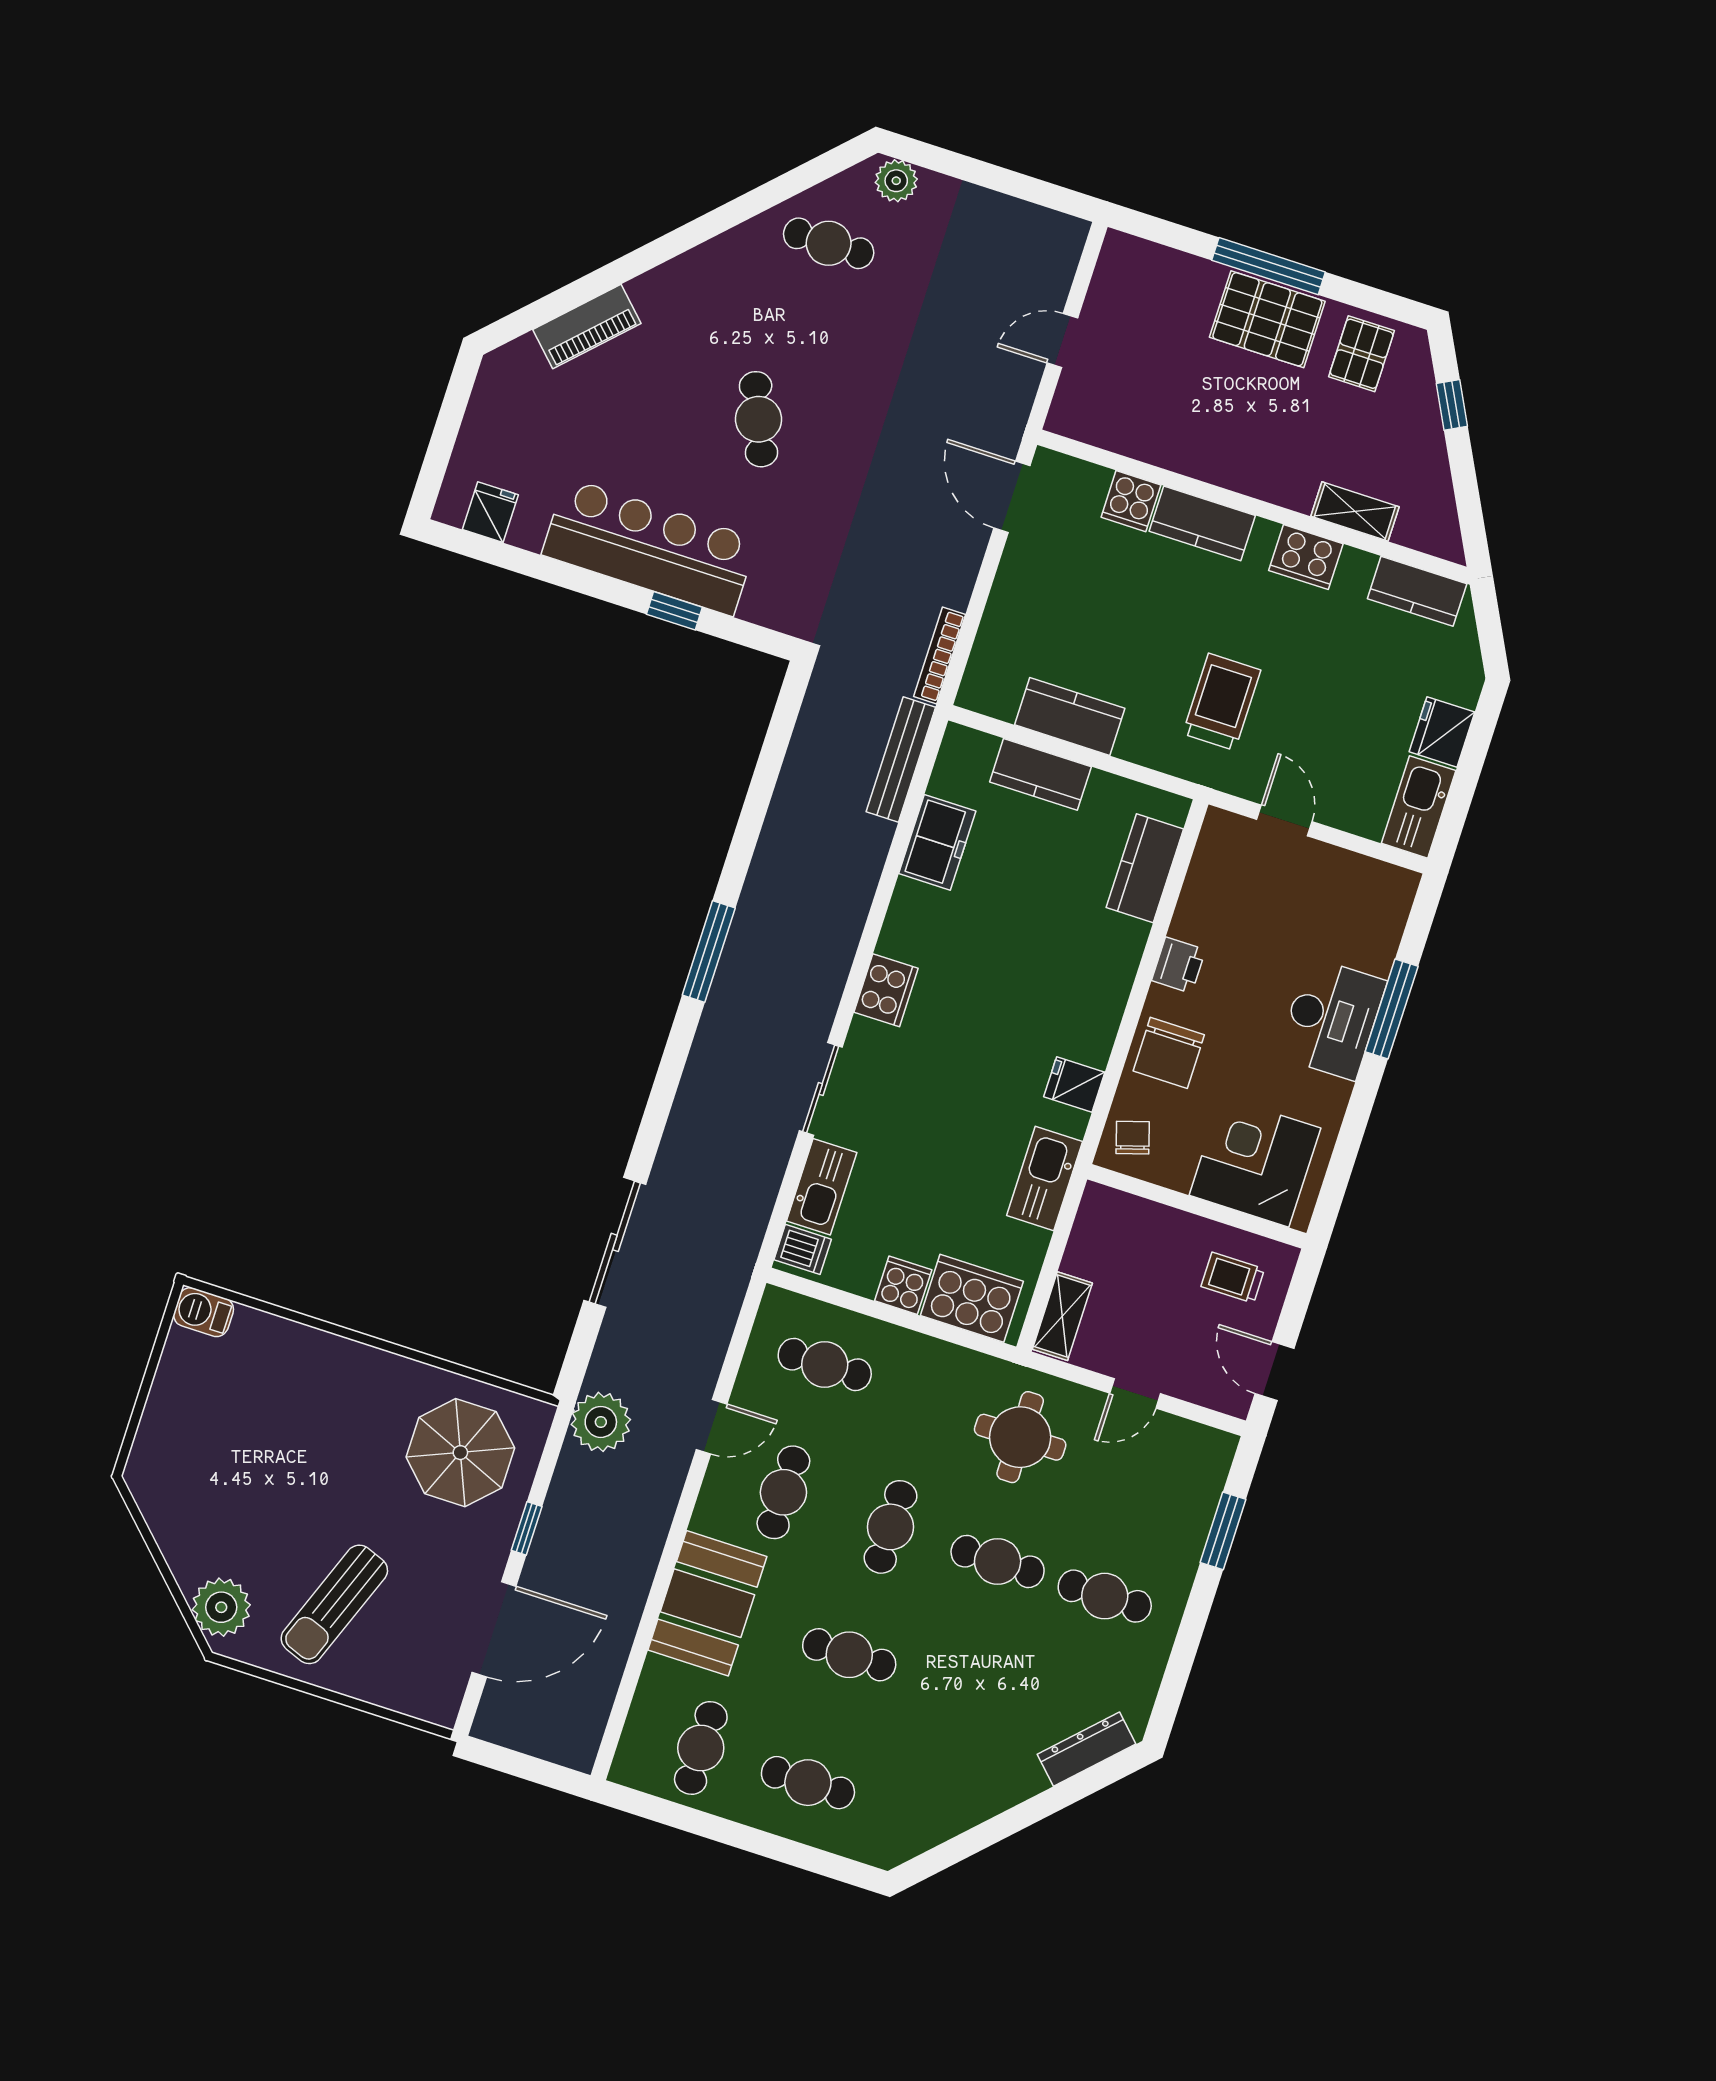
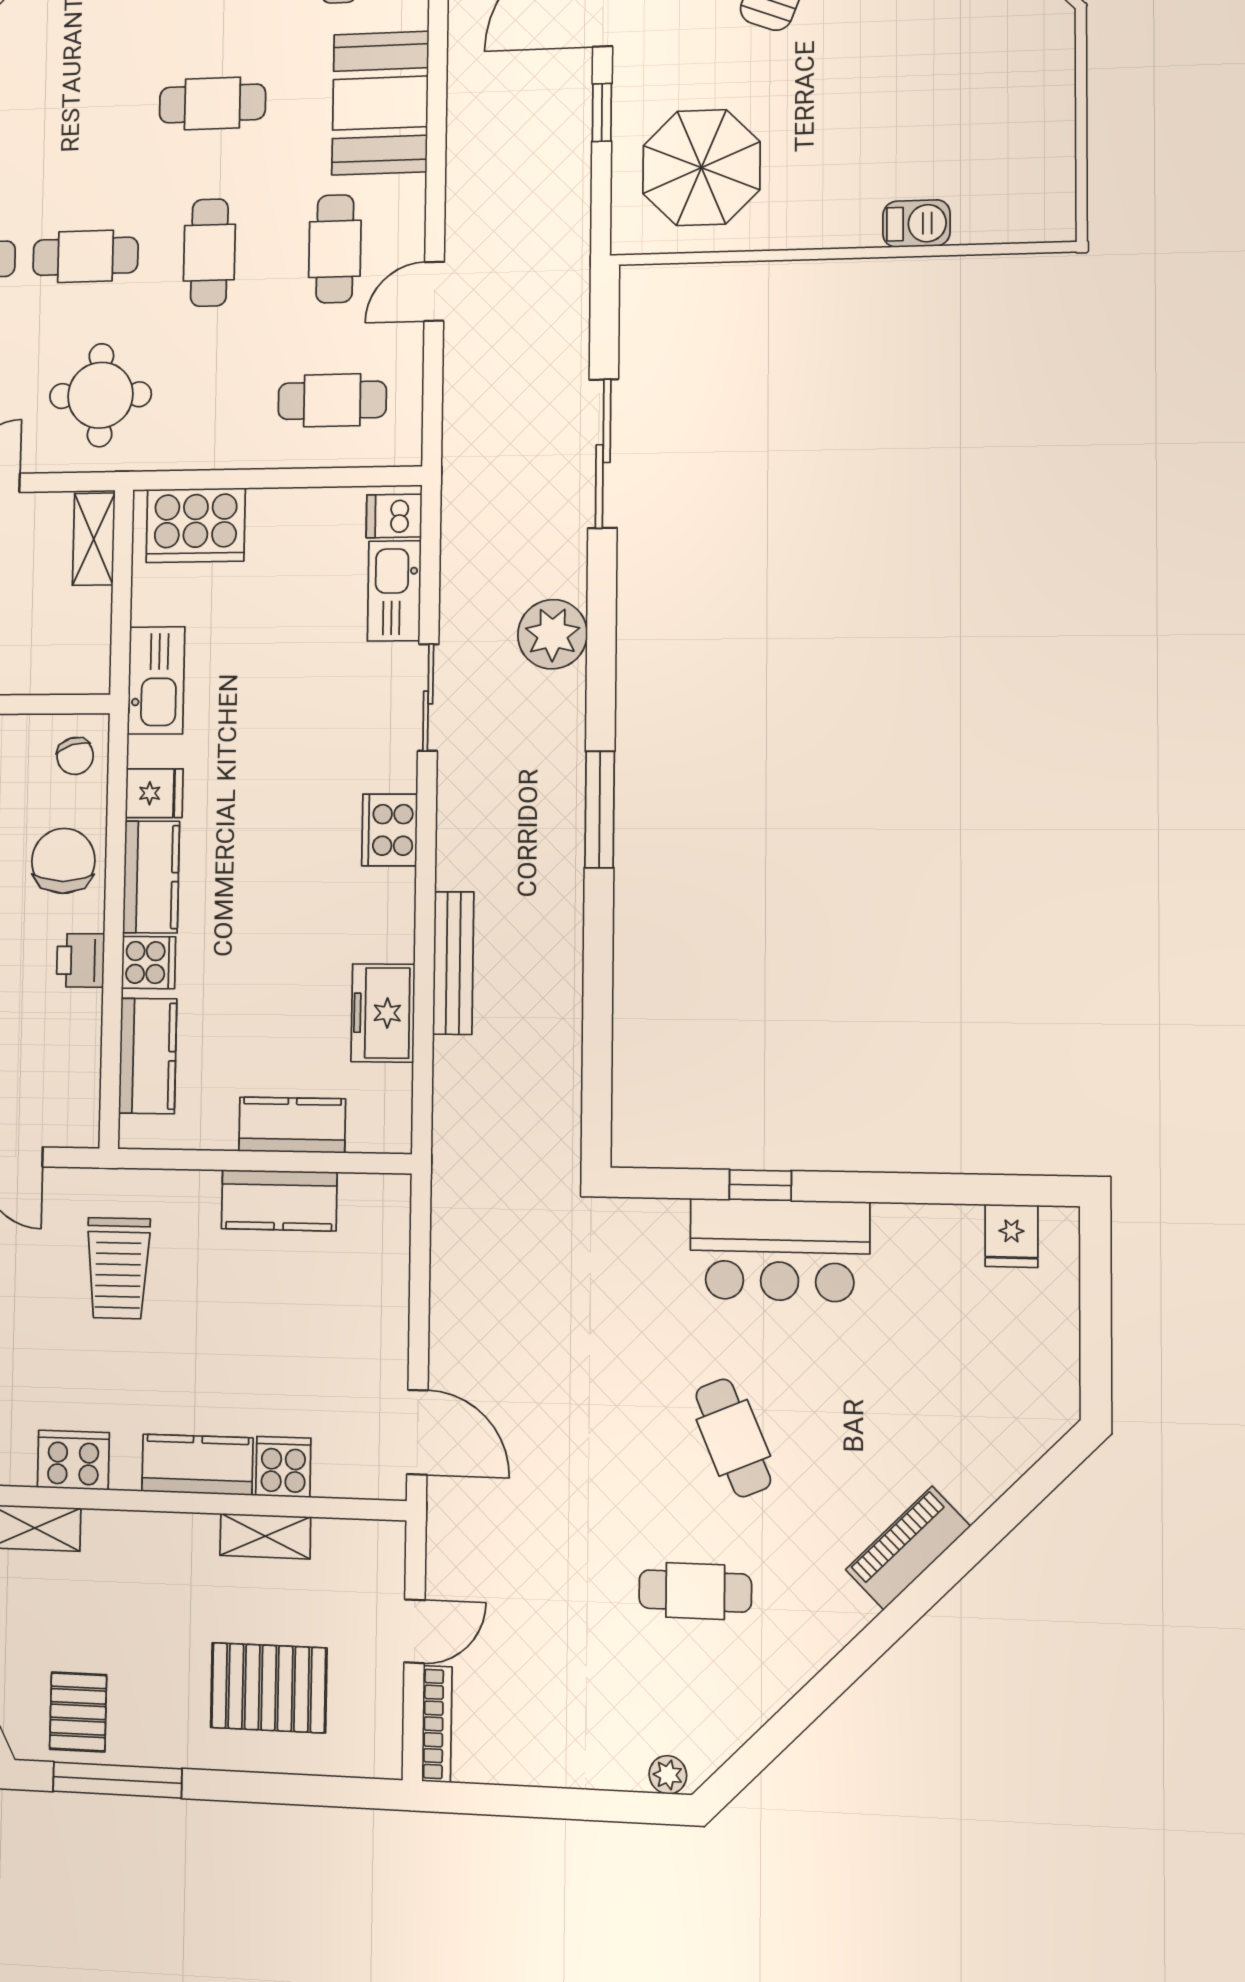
plant: (896, 181) -> (668, 1775), width x0.73, depth x0.73
cafe table: (829, 243) -> (695, 1591), moved
window: (1269, 266) -> (117, 1780), moved
pallet: (1267, 319) -> (269, 1688), moved
piano: (587, 327) -> (908, 1548), moved
shelving: (1163, 450) -> (265, 1536), added
bar counter: (650, 547) -> (780, 1250), width x0.73
bookcase: (940, 655) -> (437, 1724), moved
bench: (901, 759) -> (453, 963), moved
kitchen counter: (1098, 1015) -> (151, 877), added
cooker: (903, 1285) -> (149, 963), moved, turned -90
barbecue: (204, 1312) -> (916, 224), moved
plant: (601, 1422) -> (552, 634), moved

